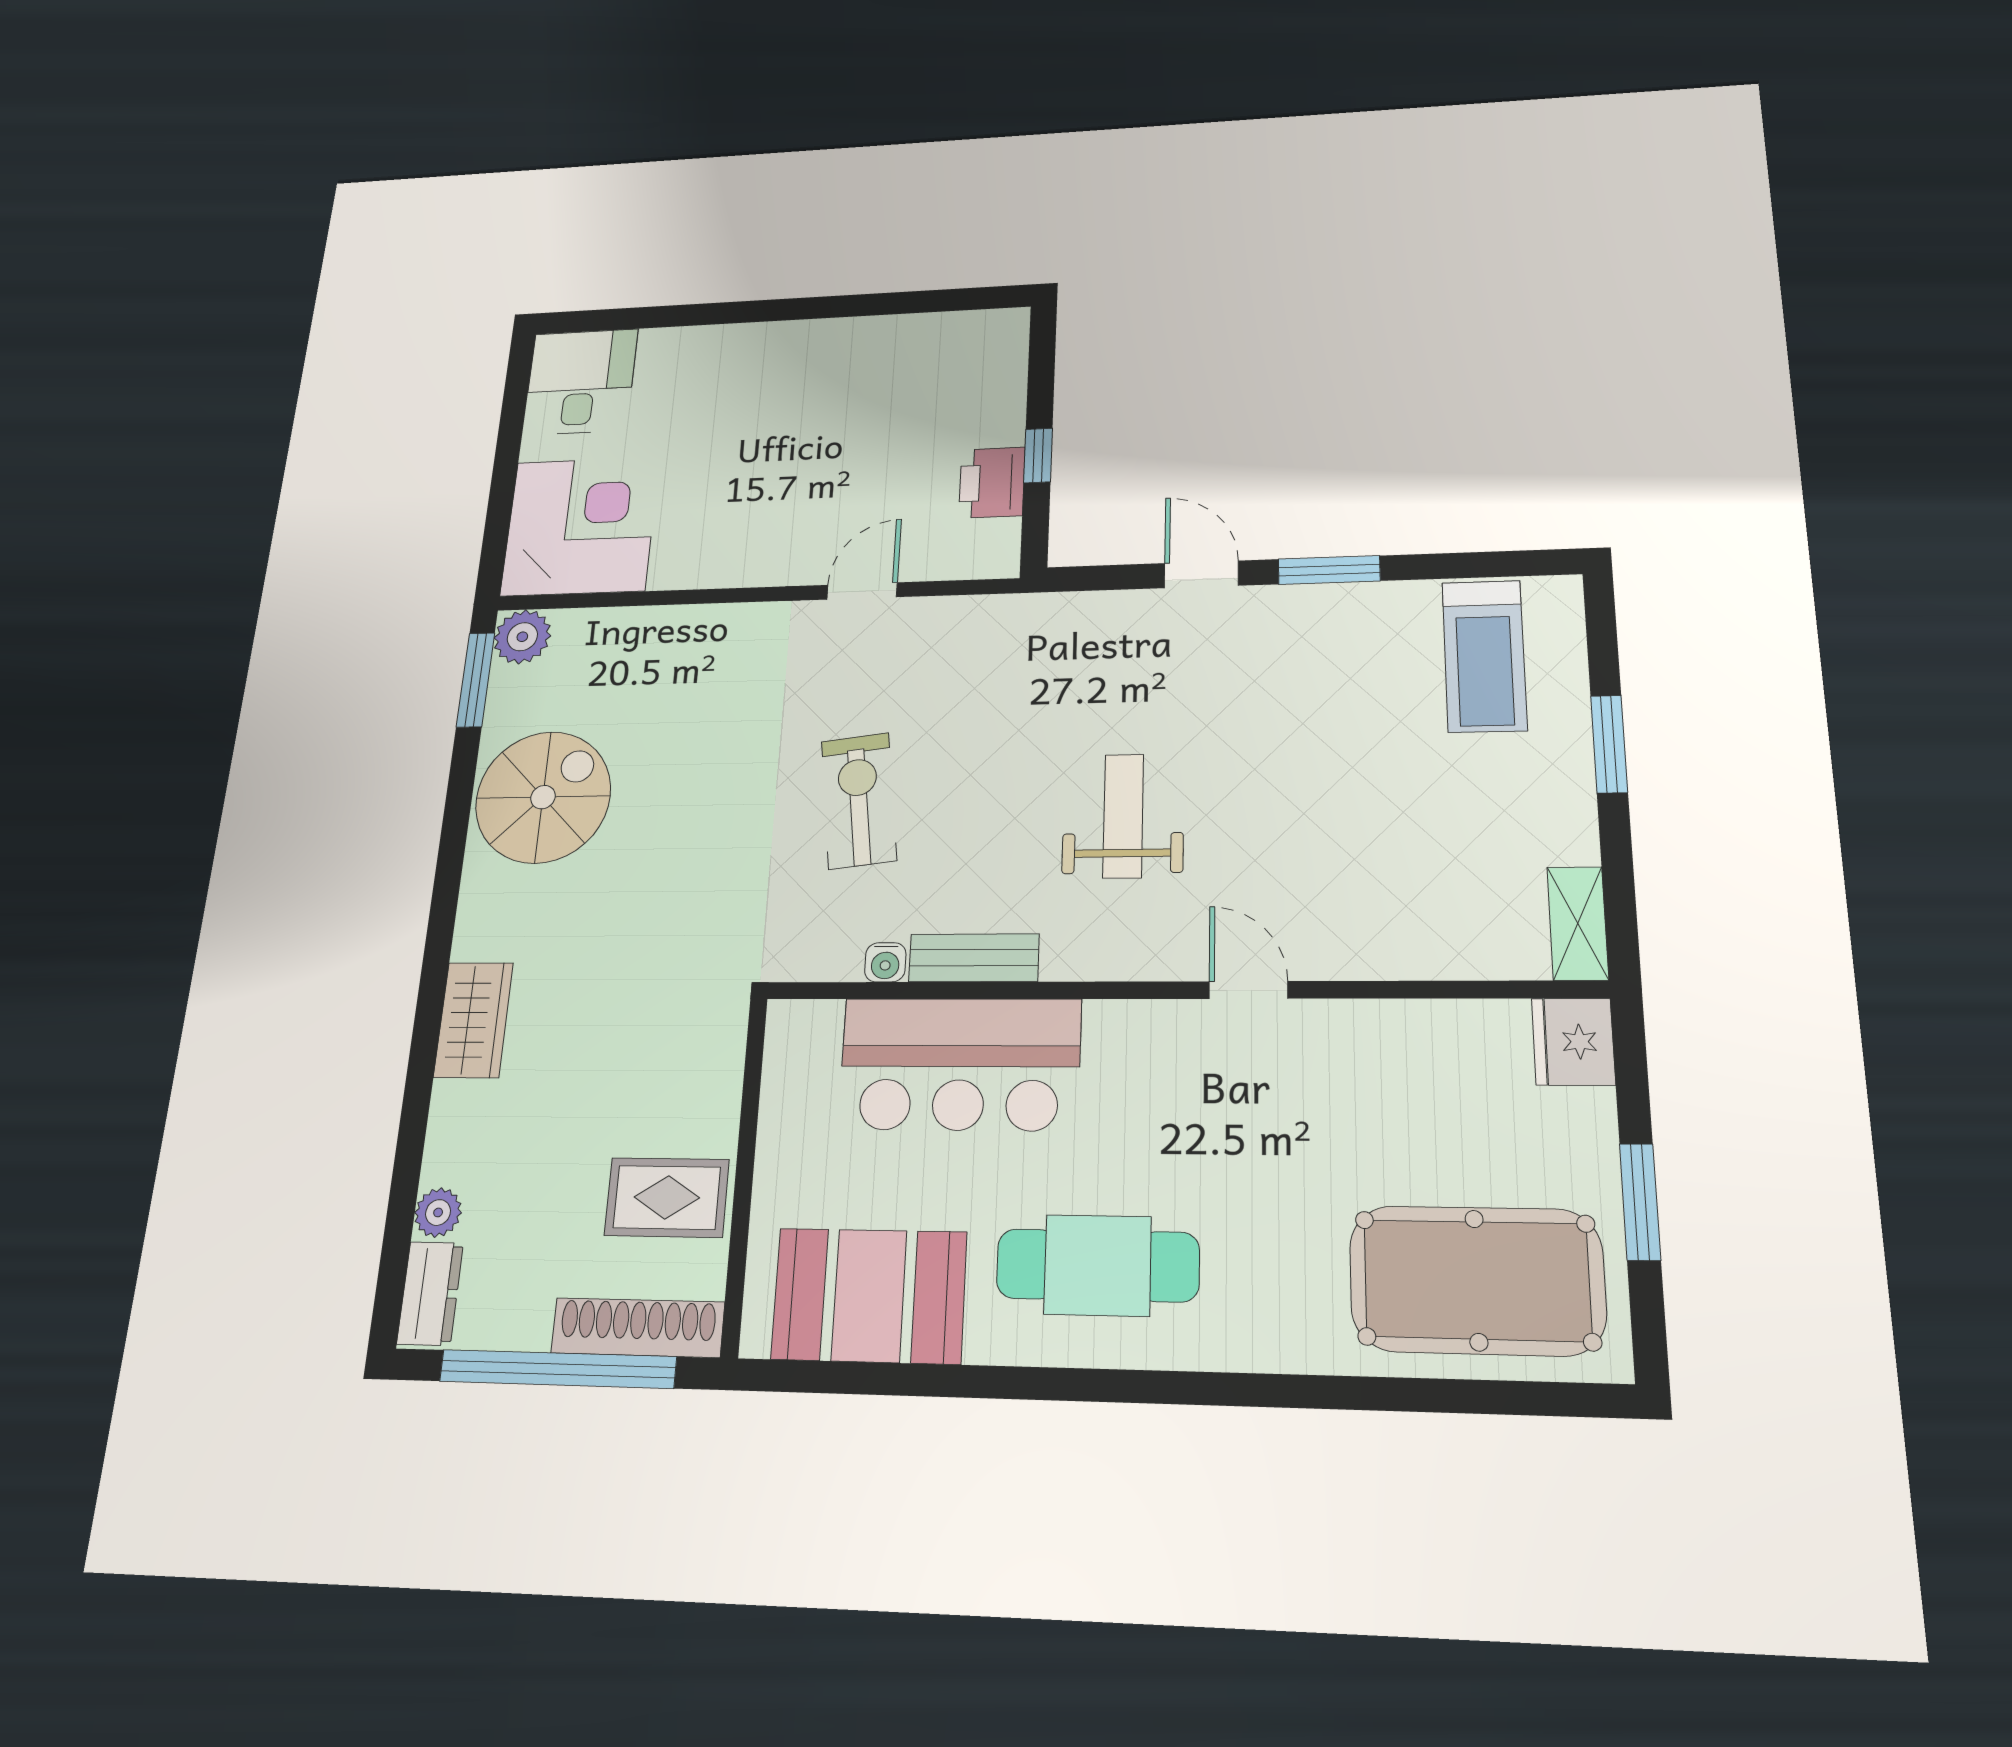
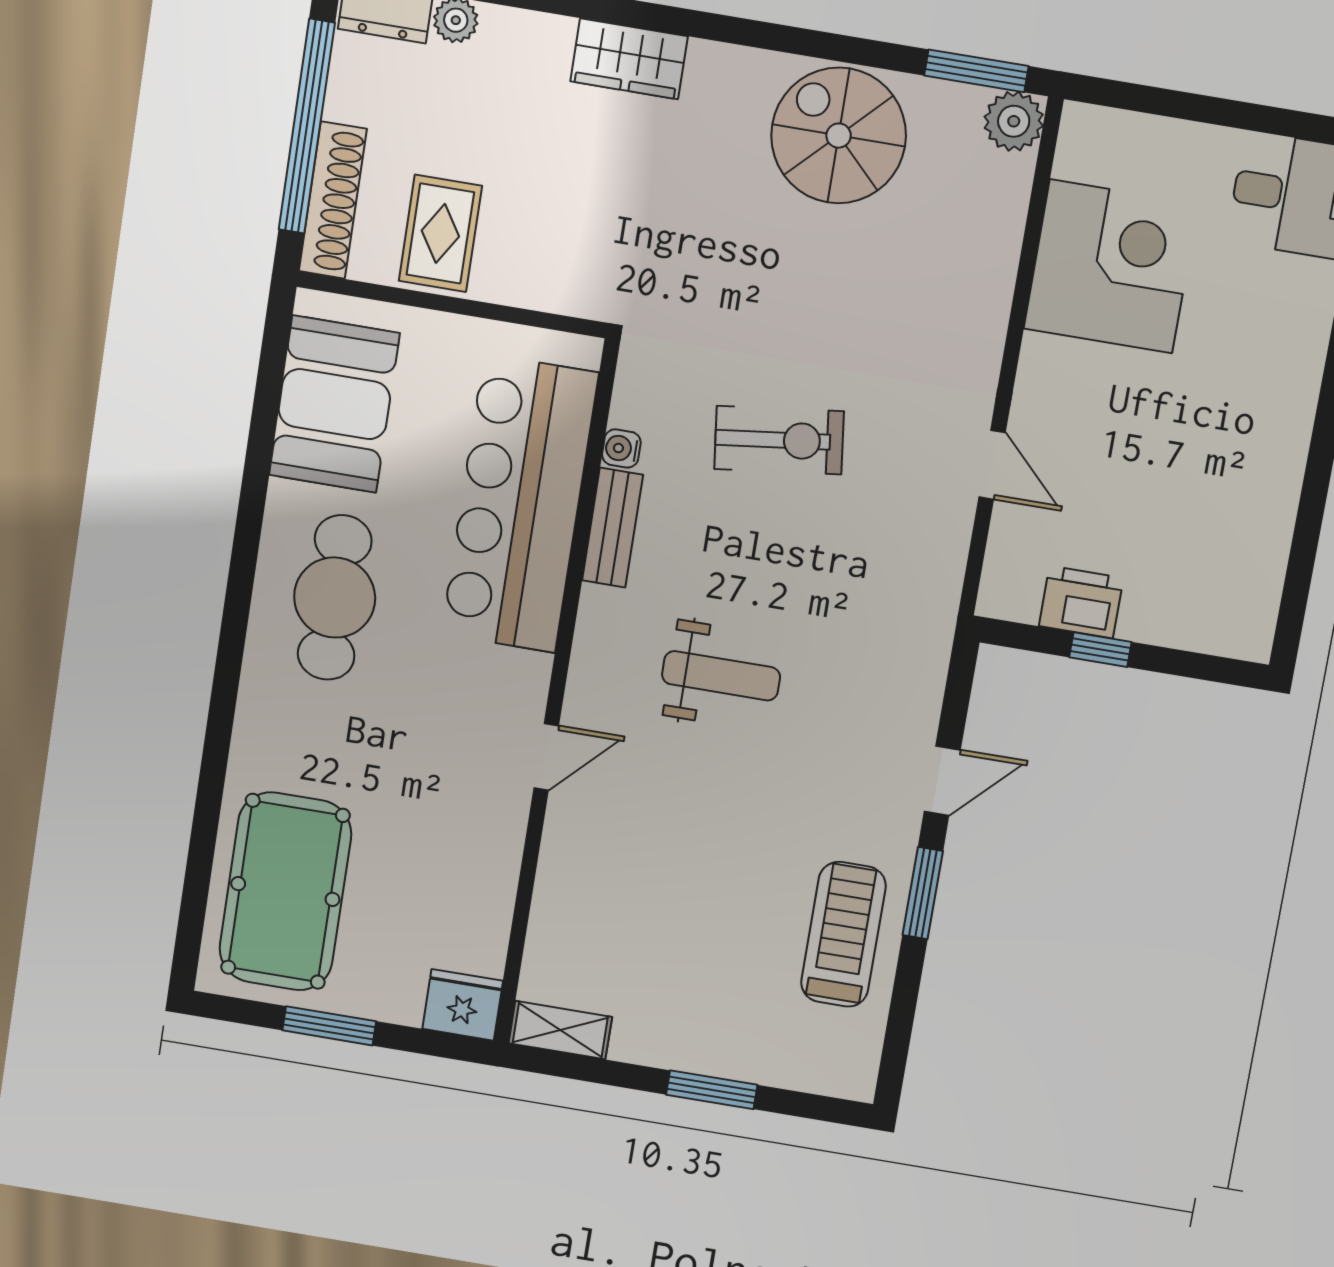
corner desk: (580, 526) -> (1111, 266), moved, turned -90
treadmill: (1484, 656) -> (843, 934), moved, turned 90
spiral stairs: (543, 797) -> (839, 136), turned 180
bar counter: (960, 1064) -> (520, 504), width x1.36

